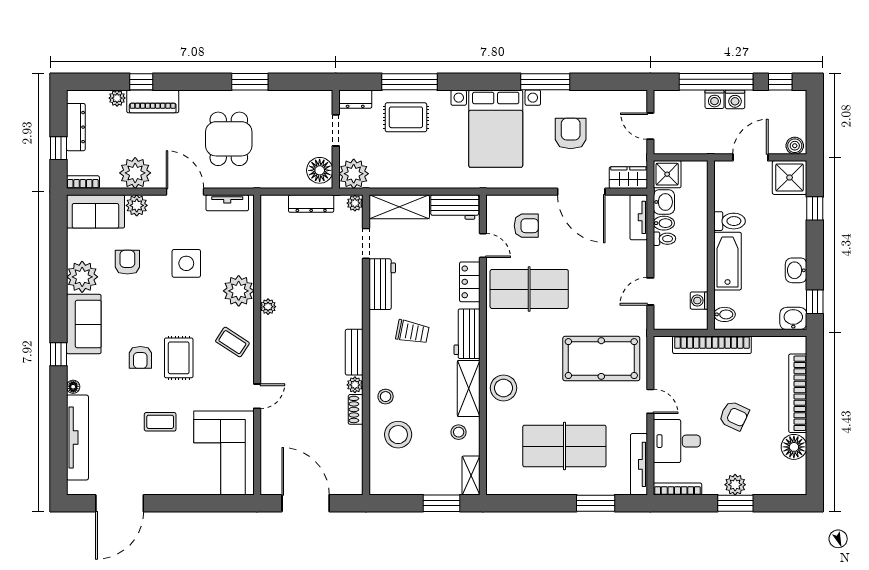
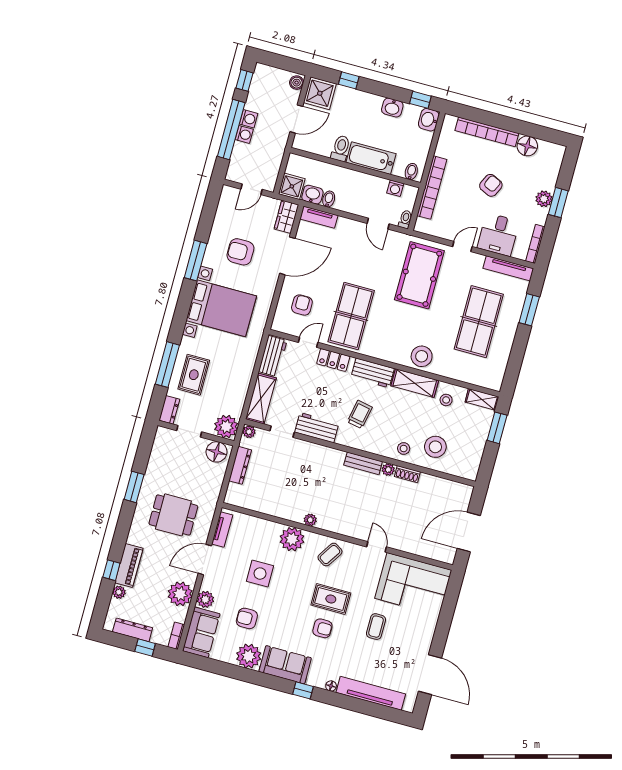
door: (750, 157) -> (296, 119), swing flipped
toilet: (664, 239) -> (405, 219), moved

